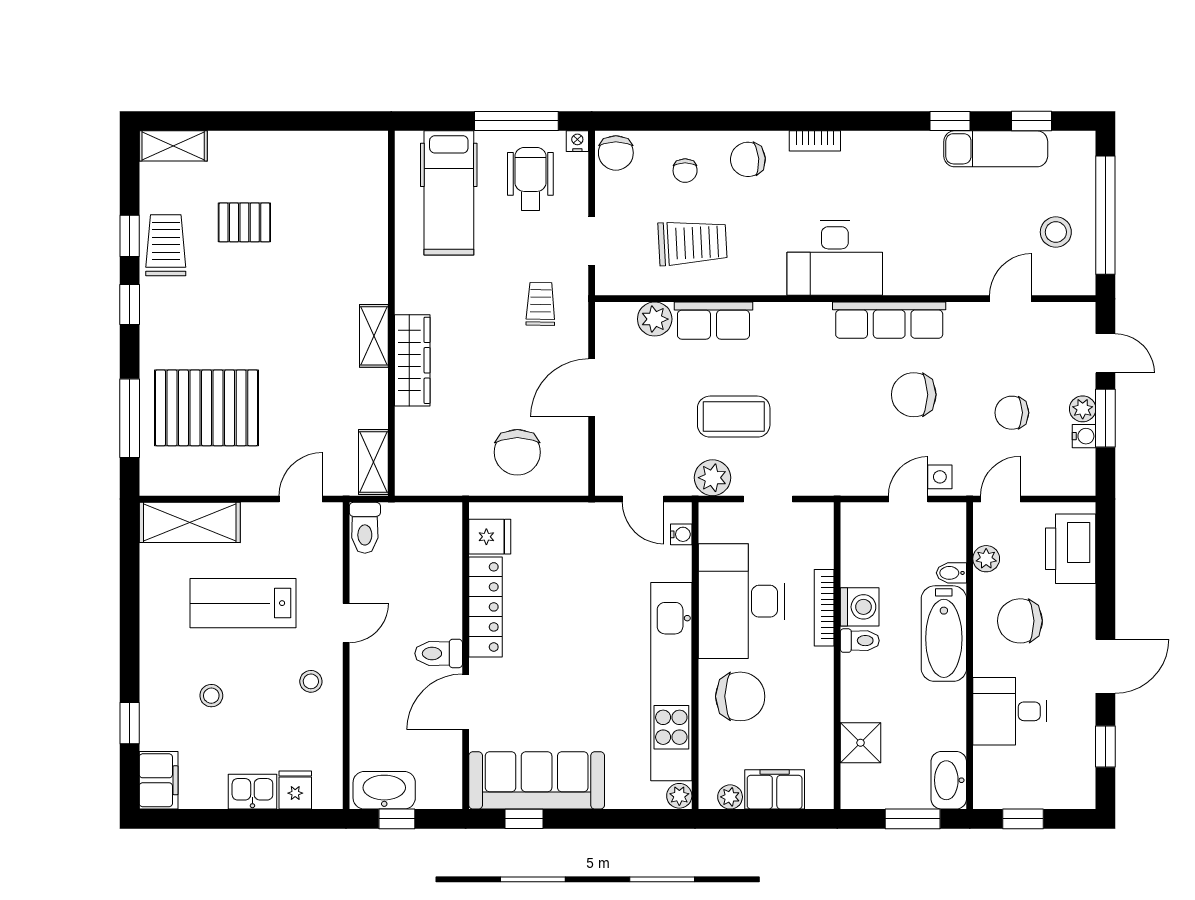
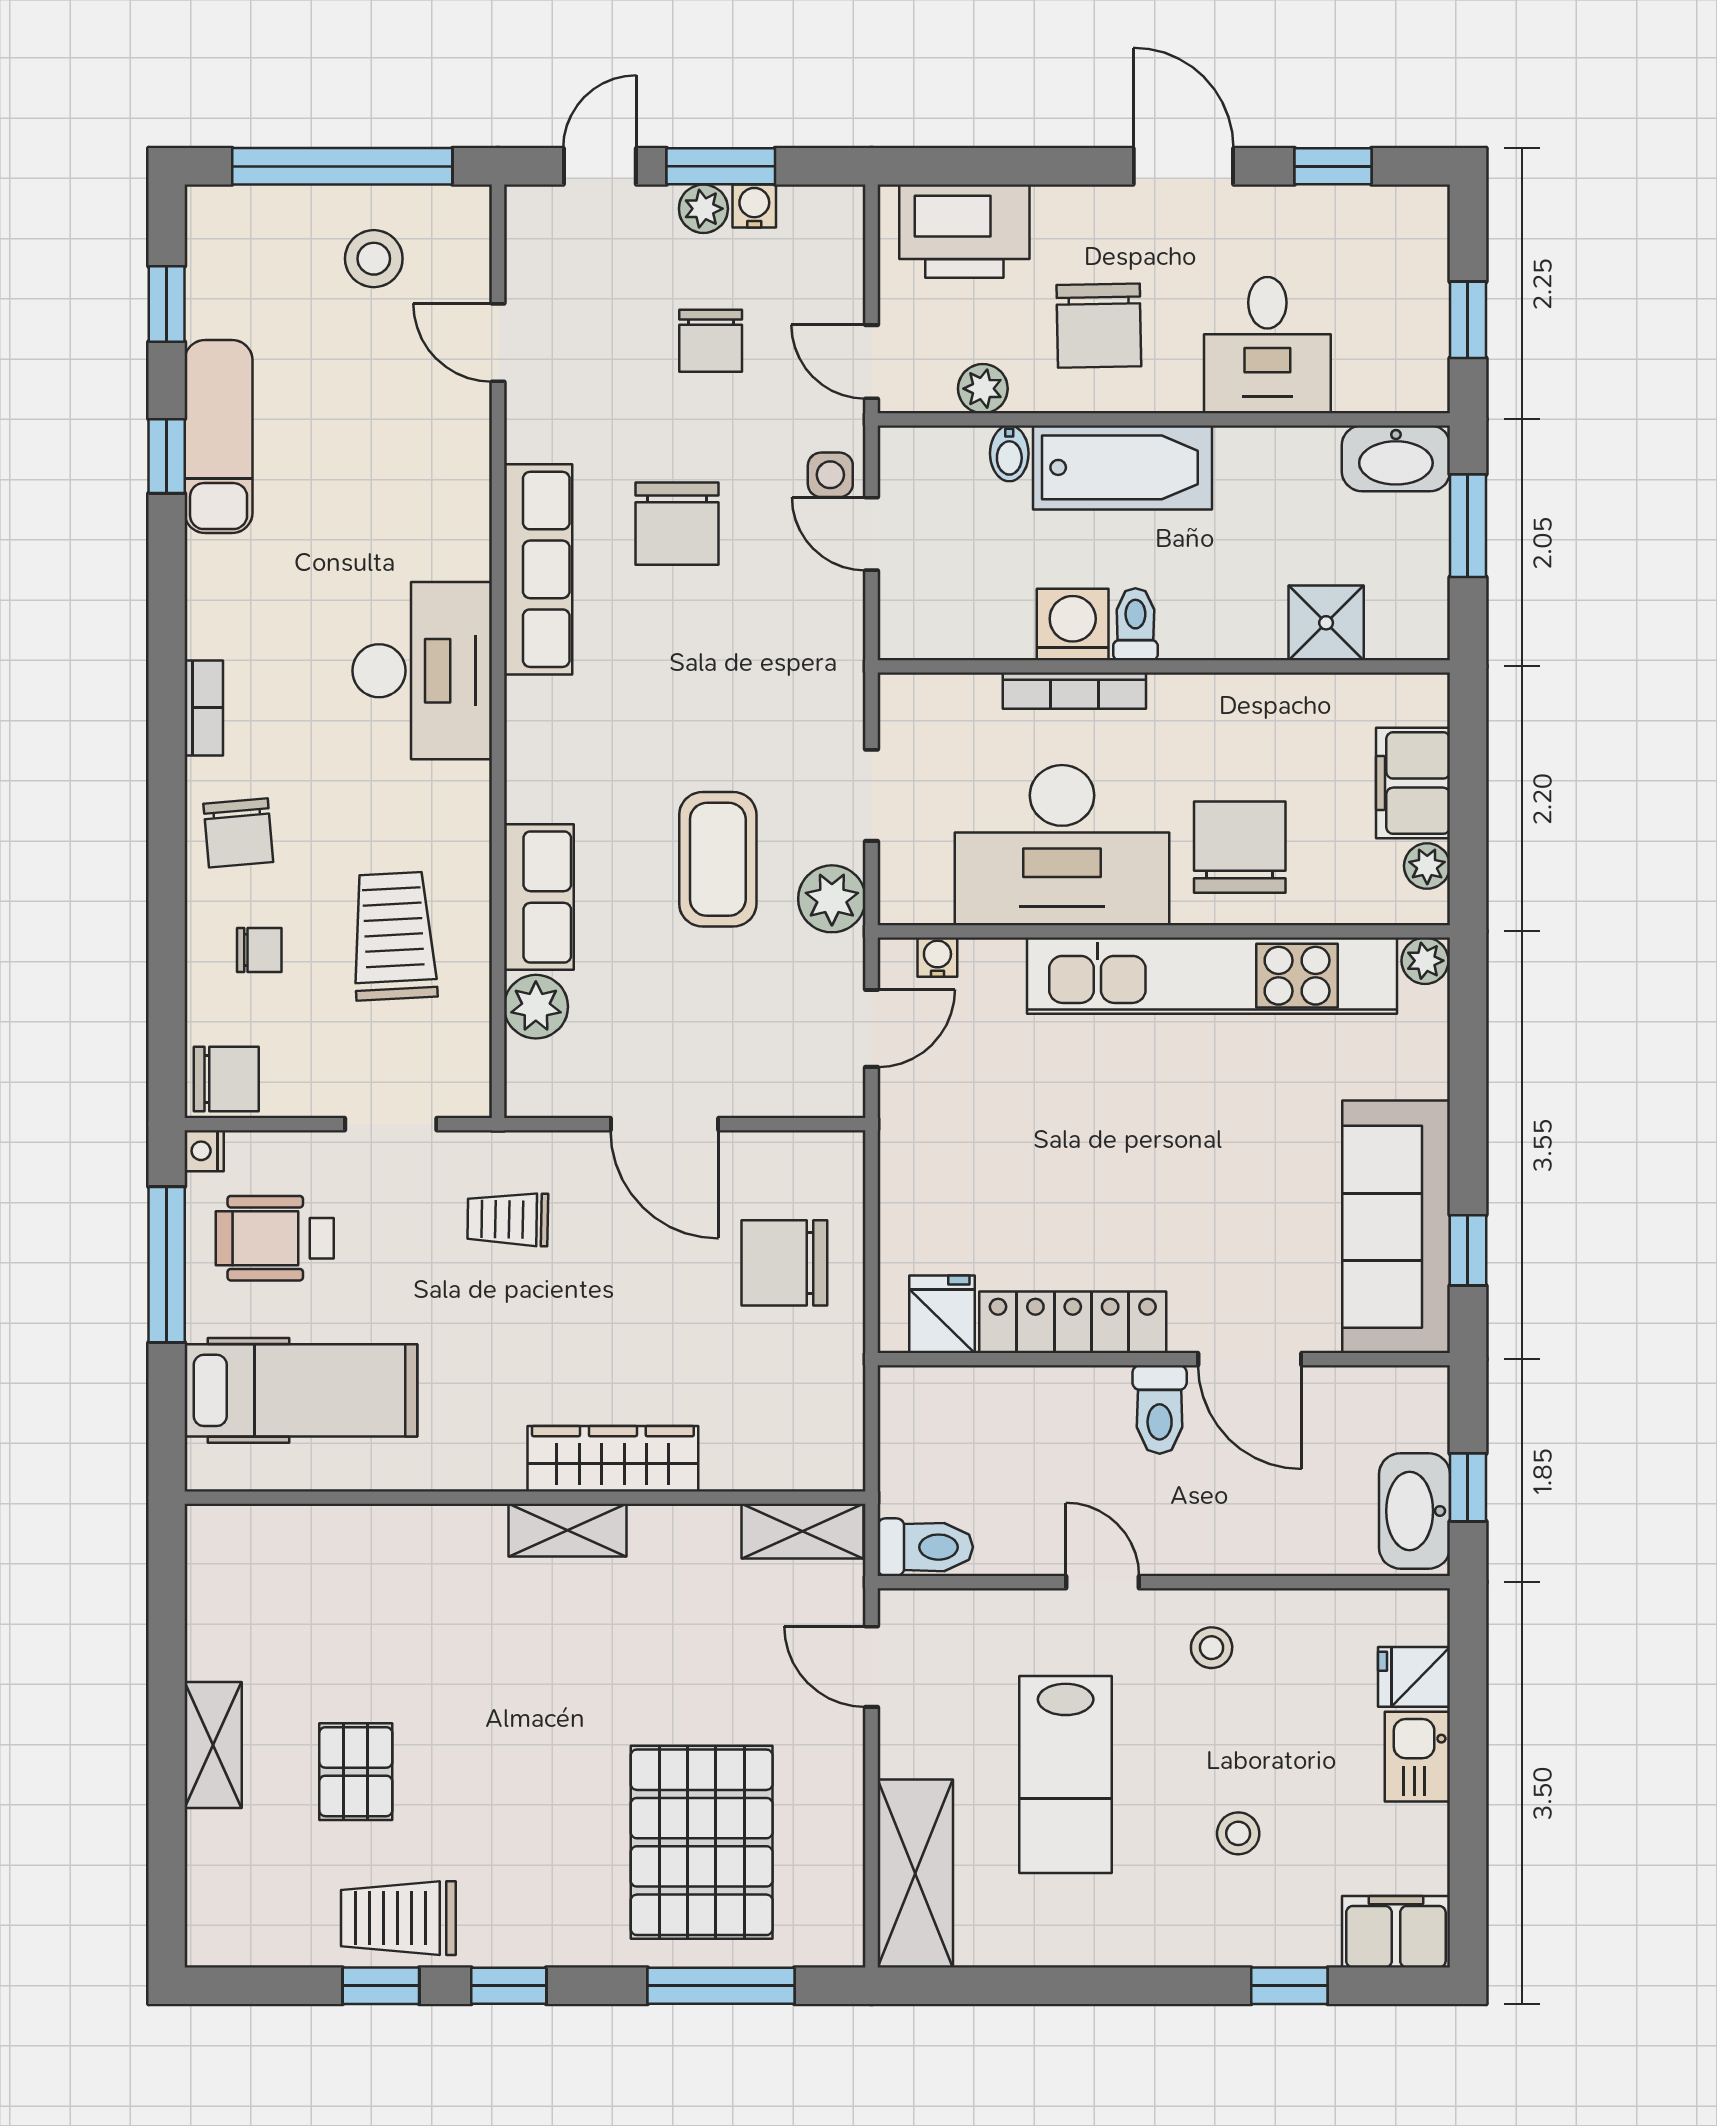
shelving: (173, 146) -> (213, 1745), moved
exam couch: (996, 149) -> (219, 436), moved
chair: (517, 452) -> (784, 1263), turned 180

